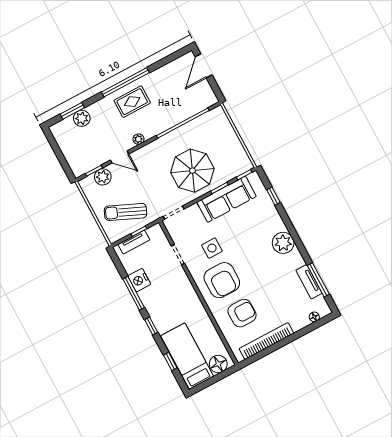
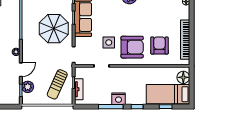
nightstand: (139, 280) -> (118, 99), moved

